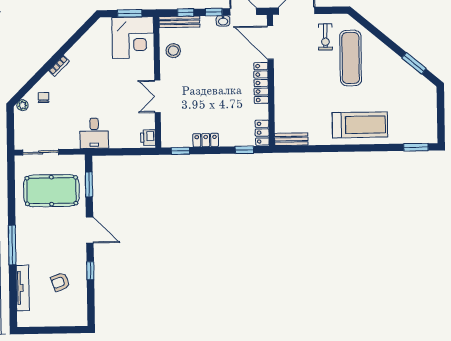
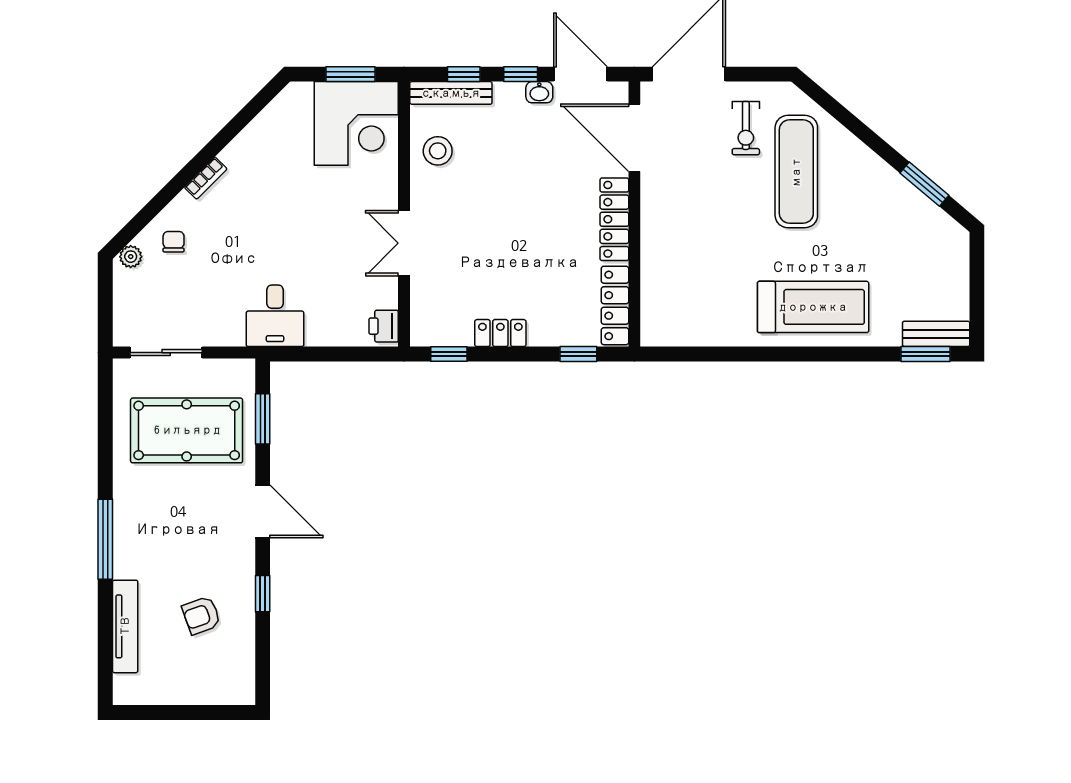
locker: (262, 133) -> (615, 305), width x1.53
bench: (291, 139) -> (936, 334), moved

